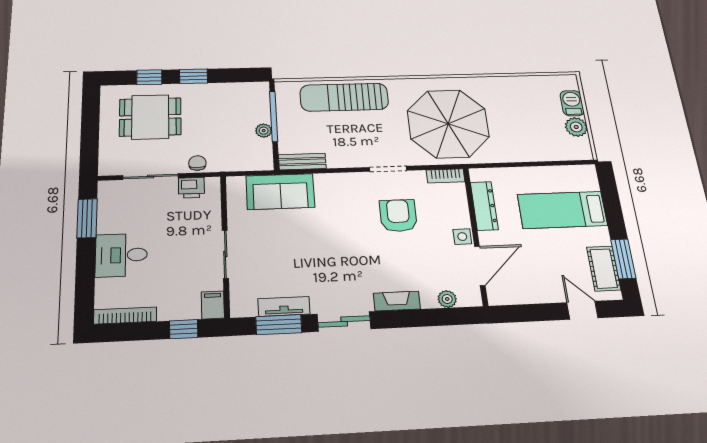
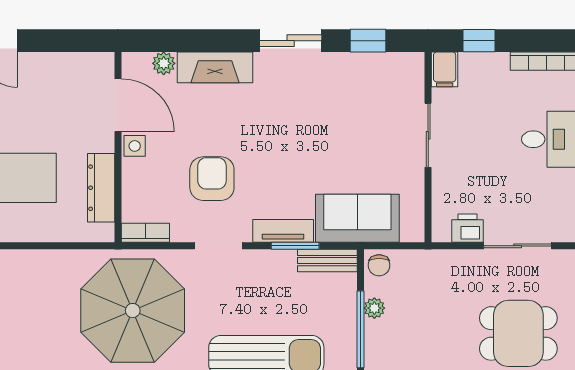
chair: (197, 163) -> (379, 265), moved
window: (328, 171) -> (295, 246), added
armchair: (398, 215) -> (212, 179), turned 180
door: (480, 266) -> (118, 105), swing flipped
fireplace: (397, 301) -> (215, 67), width x1.37, depth x1.32
tv unit: (284, 306) -> (283, 231), moved, turned 180
window: (279, 325) -> (368, 41), width x0.67

